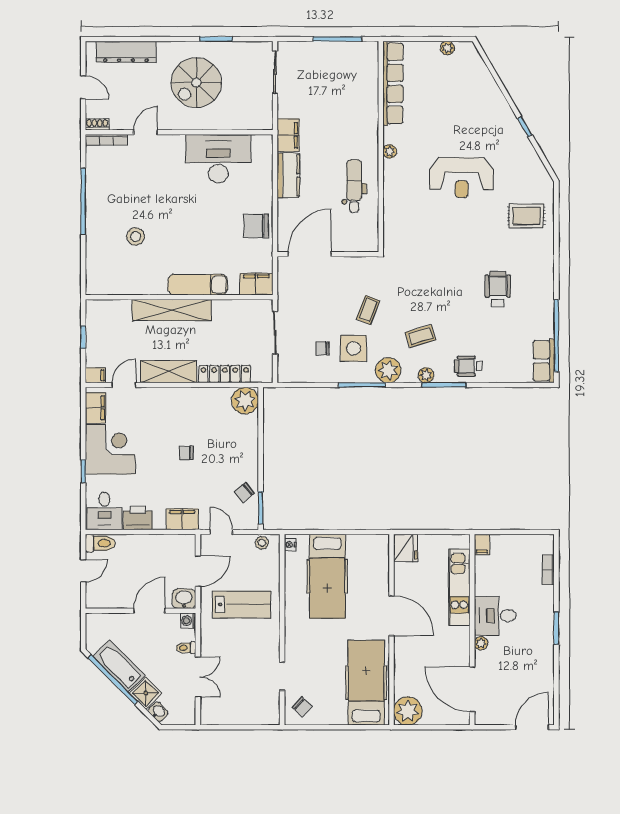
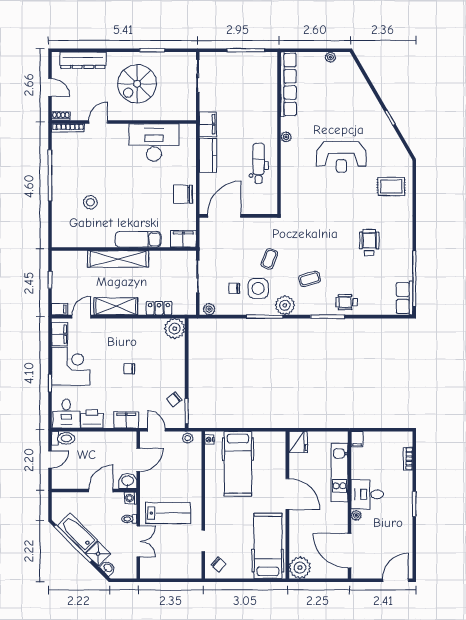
locker: (225, 374) -> (159, 308), width x0.66
plant: (426, 375) -> (209, 309), moved
lab bench: (242, 604) -> (168, 513), moved

